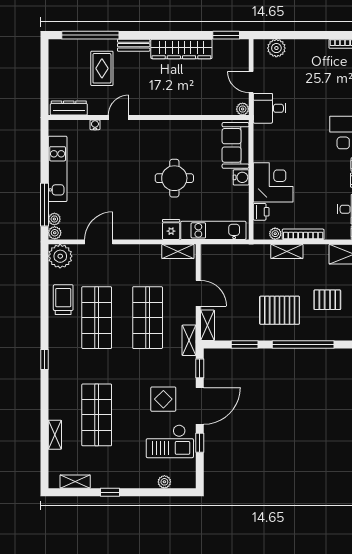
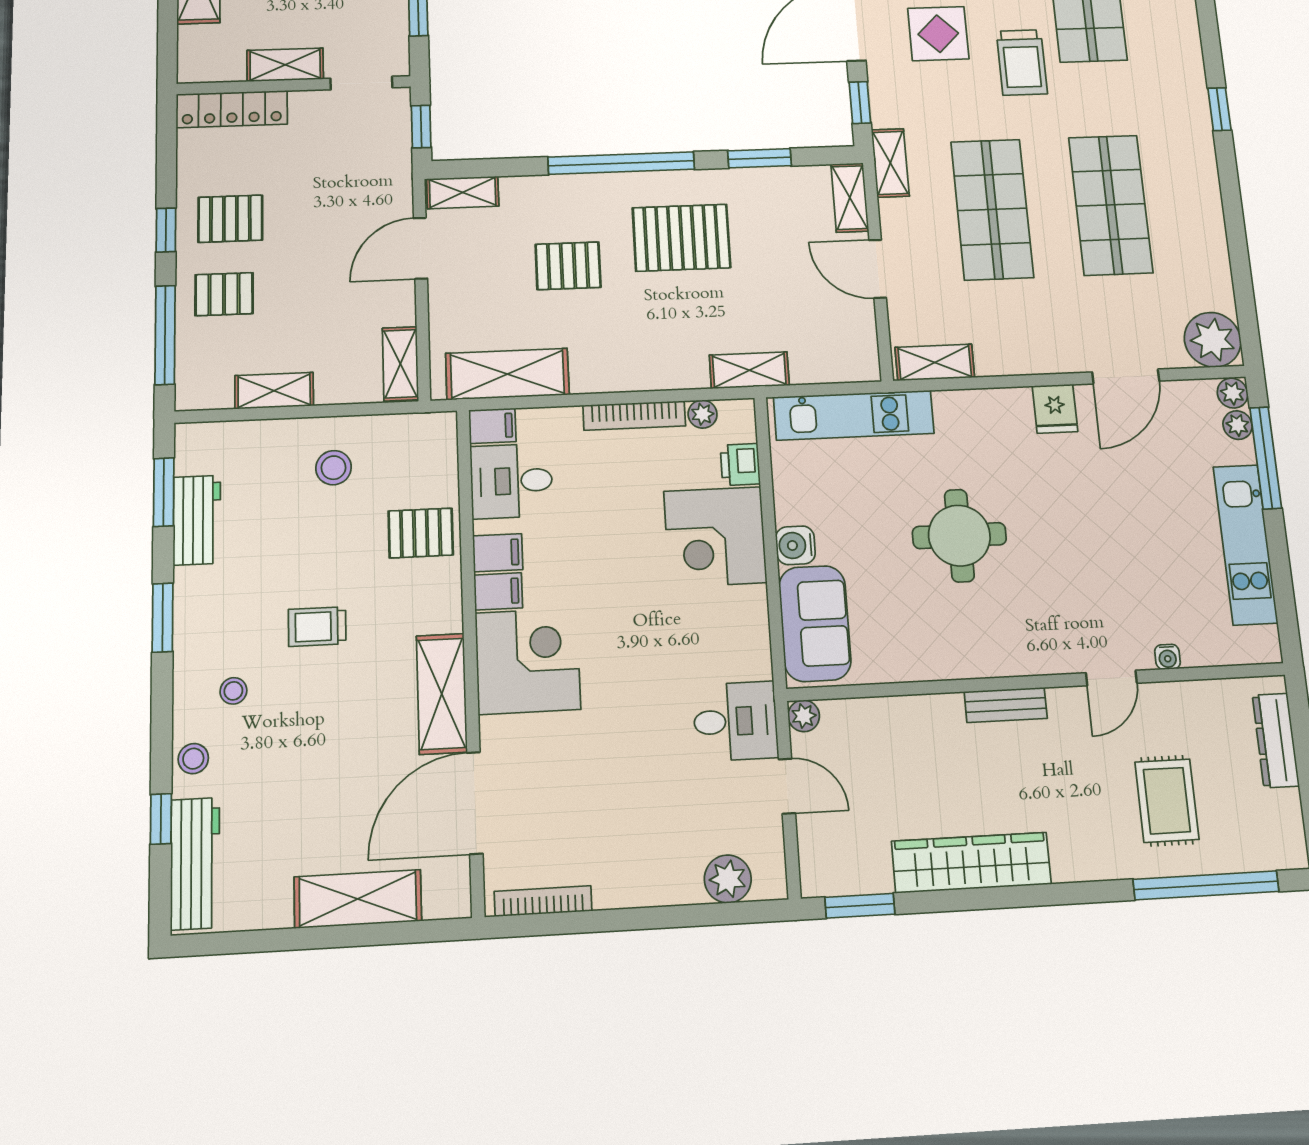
bench: (134, 45) -> (1006, 705), moved
dresser: (69, 108) -> (1276, 740), moved, turned 90
fridge: (171, 229) -> (1055, 409), moved
shelving: (287, 251) -> (749, 370), moved
trolley: (63, 300) -> (1022, 62), moved

